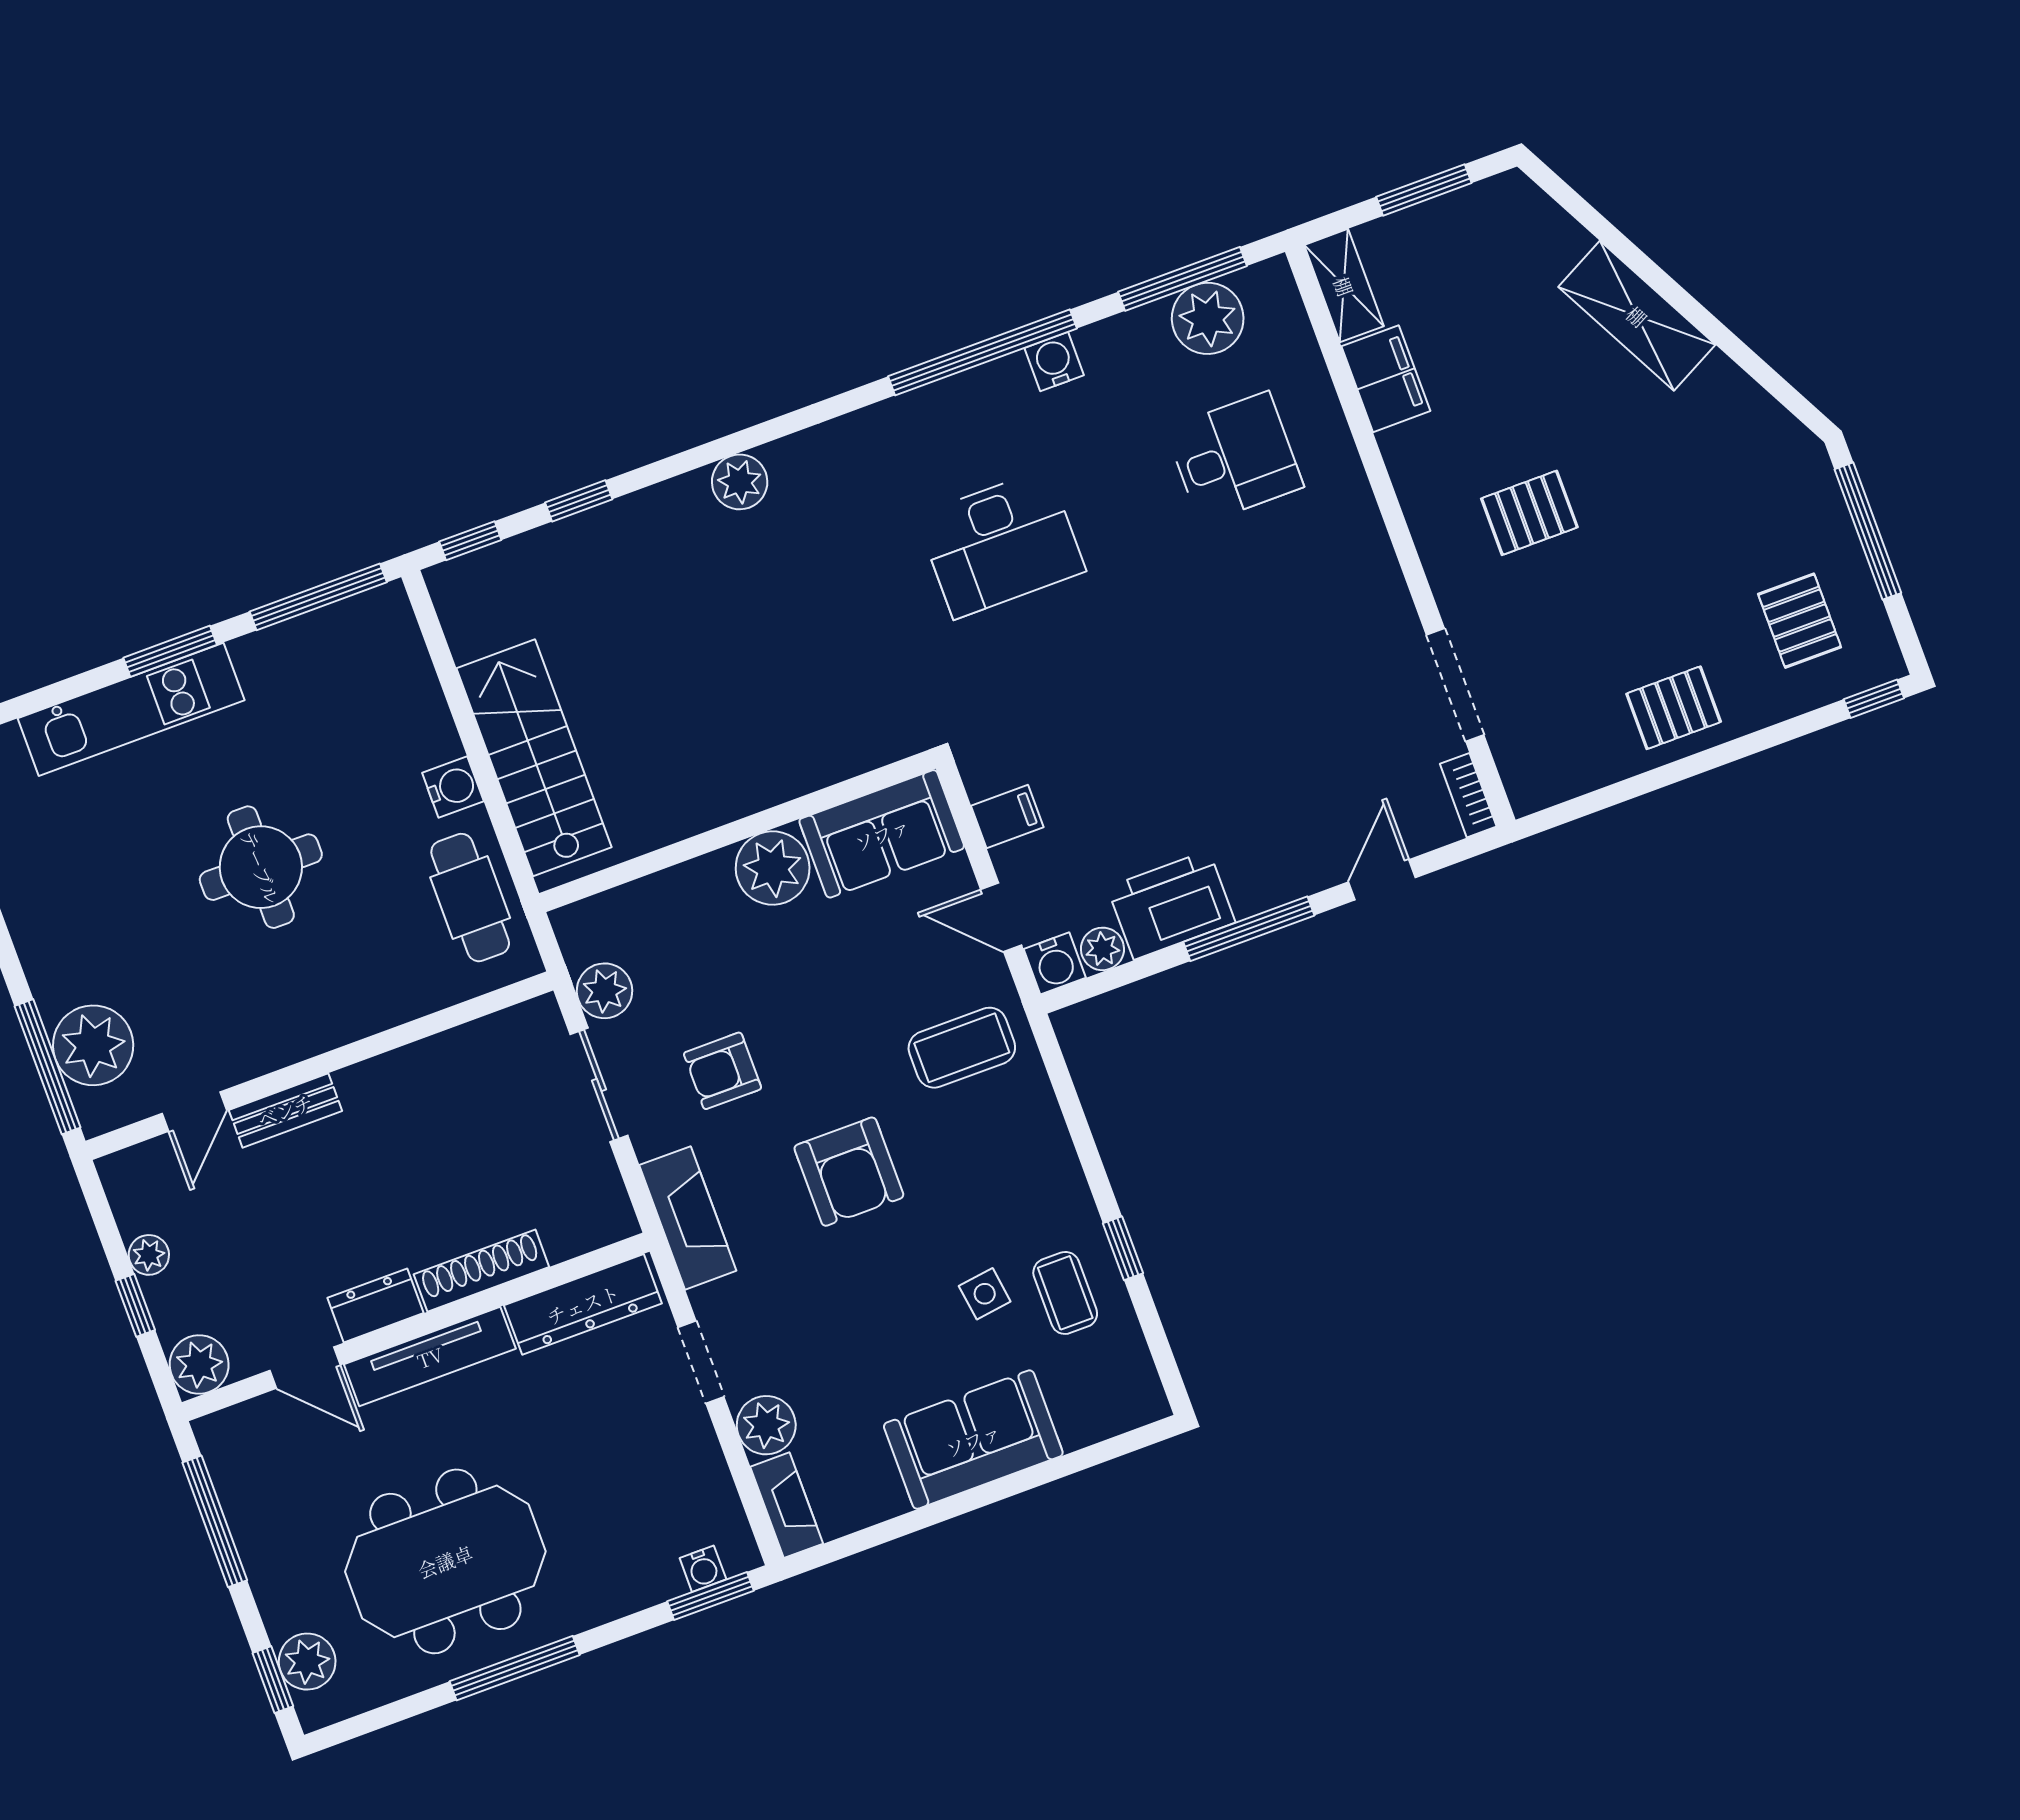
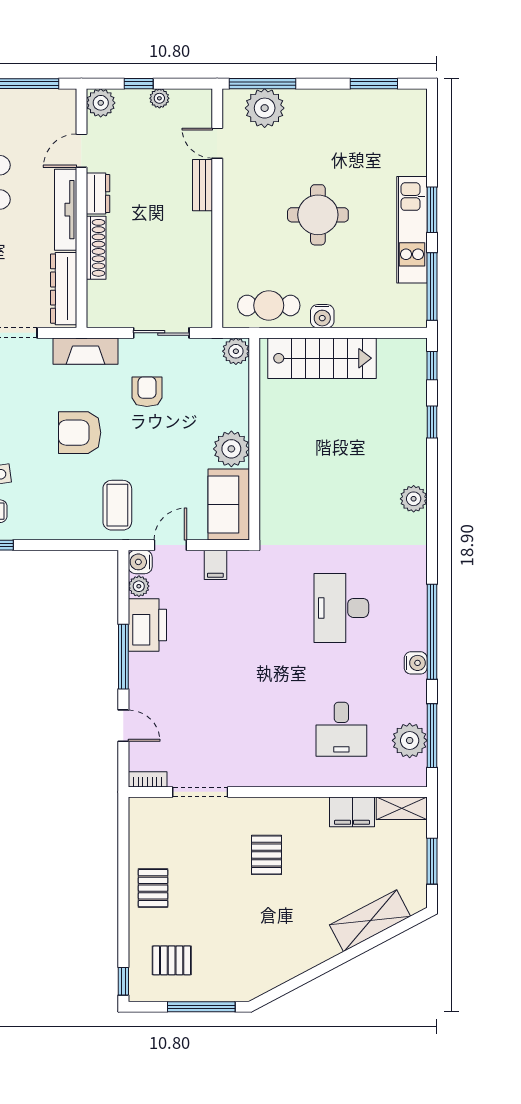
shelving: (1637, 316) -> (370, 921), moved
kitchen unit: (131, 709) -> (412, 230), moved
plant: (605, 991) -> (236, 351), moved

